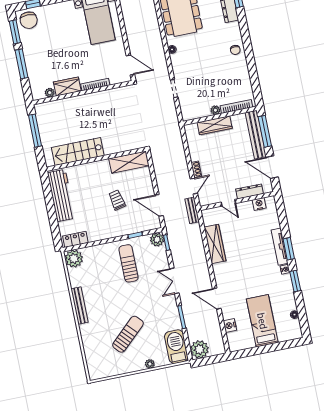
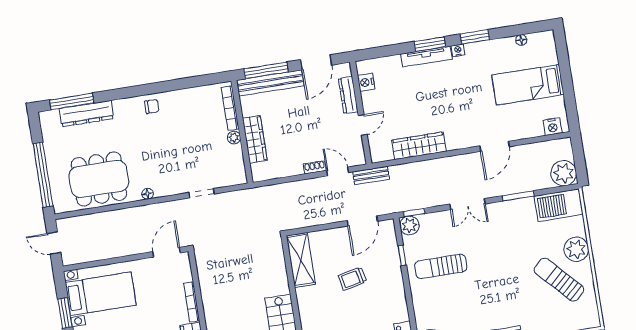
nightstand: (230, 325) -> (553, 127), moved
sun lounger: (128, 334) -> (559, 280), moved
plant: (150, 364) -> (576, 249), width x1.88, depth x1.88

